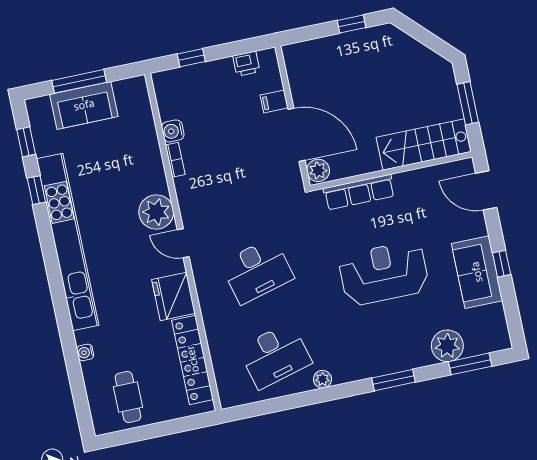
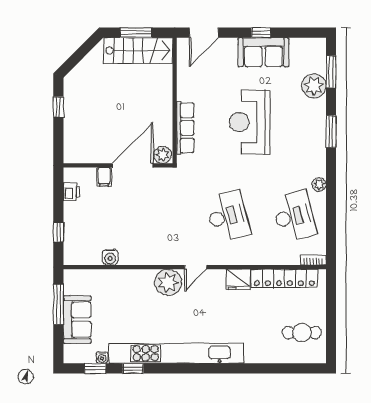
window: (79, 81) -> (58, 304), moved
stairs: (424, 144) -> (138, 50), moved, turned -90
bookcase: (175, 160) -> (313, 260), moved
fridge: (173, 296) -> (238, 279), width x0.73, depth x0.75
water cooler: (85, 352) -> (102, 357), moved

